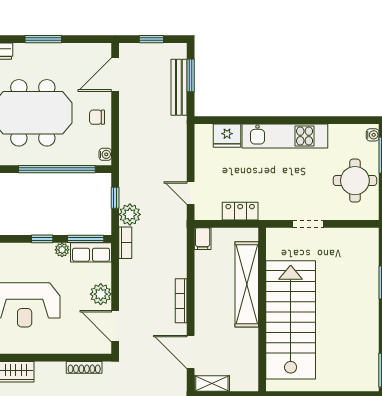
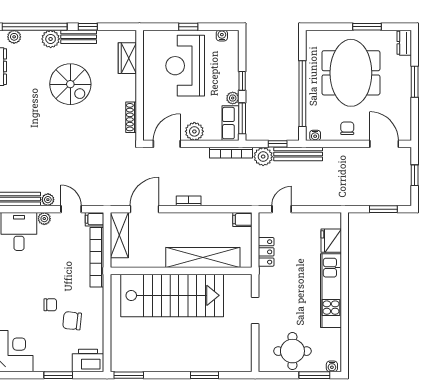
bench: (179, 87) -> (298, 154), moved
bookcase: (125, 243) -> (231, 153), width x1.56
bookcase: (181, 301) -> (189, 201), width x0.64
shelving: (212, 384) -> (119, 235), width x1.50, depth x1.33

